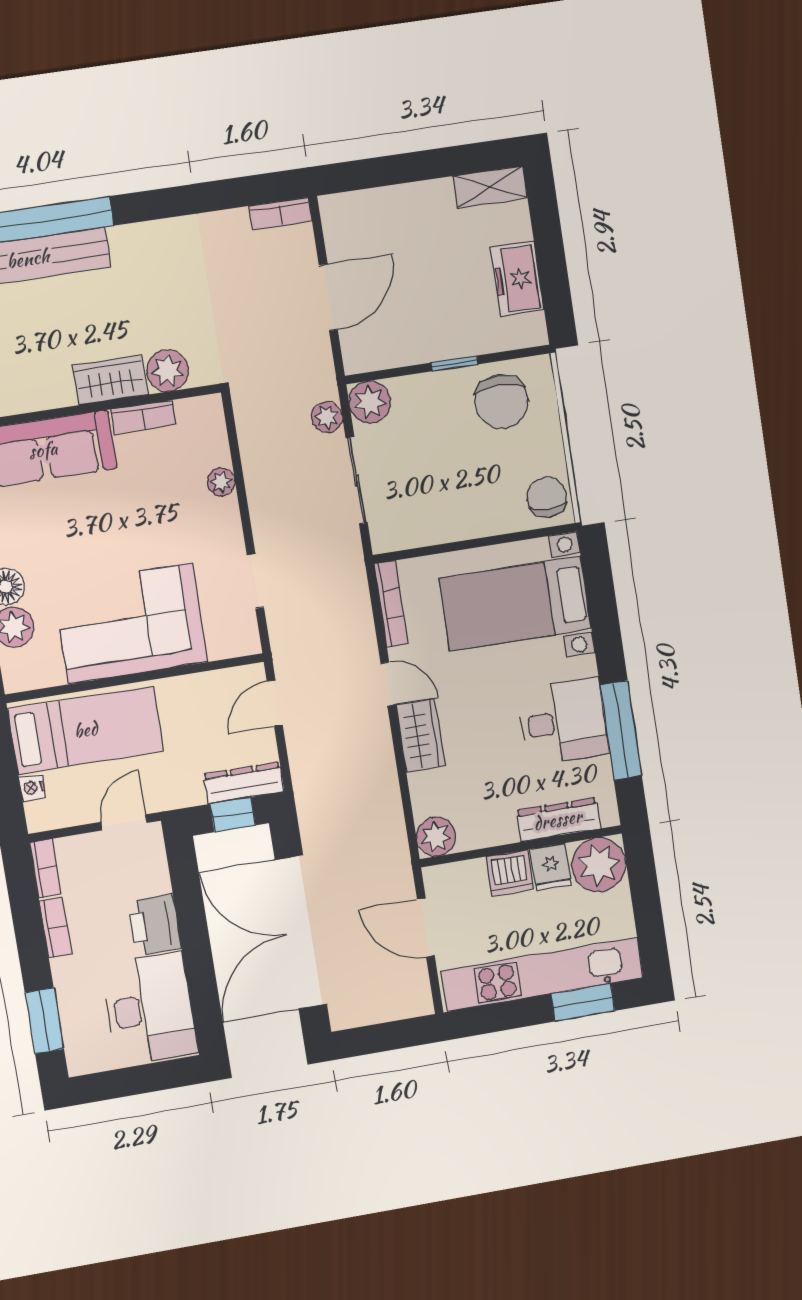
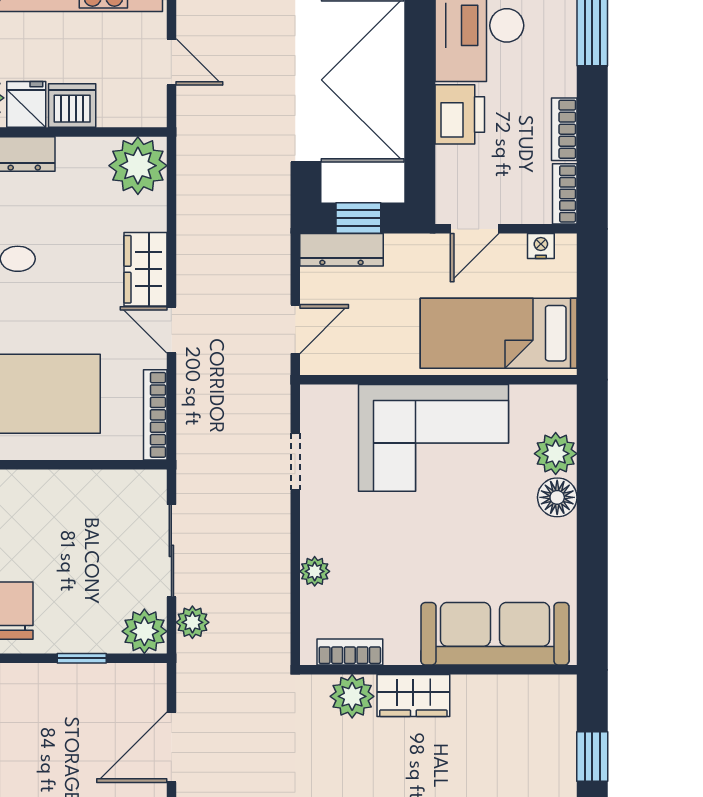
window: (455, 363) -> (82, 658), moved
bookcase: (143, 417) -> (350, 652), moved
nightstand: (32, 788) -> (541, 246), moved, turned -90
plant: (436, 837) -> (138, 166), width x1.36, depth x1.36
door: (426, 927) -> (171, 62), width x0.73

